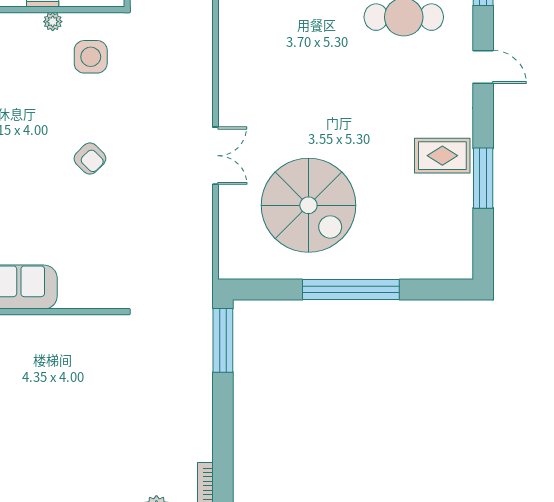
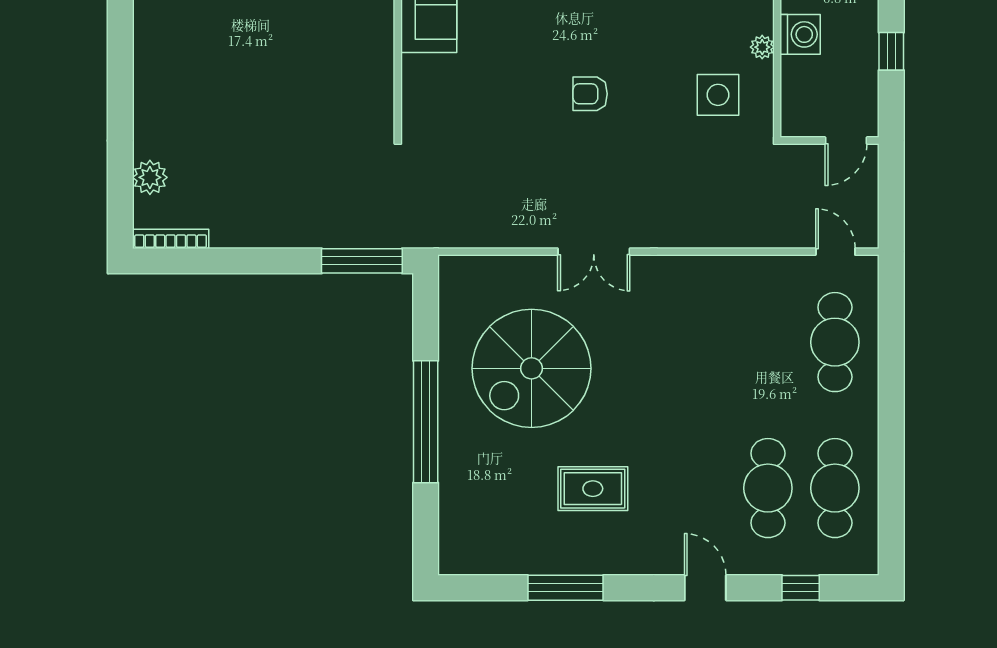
door: (483, 67) -> (705, 588), swing flipped
rug: (442, 156) -> (593, 489), moved, turned 90
armchair: (90, 159) -> (590, 94), turned 45

